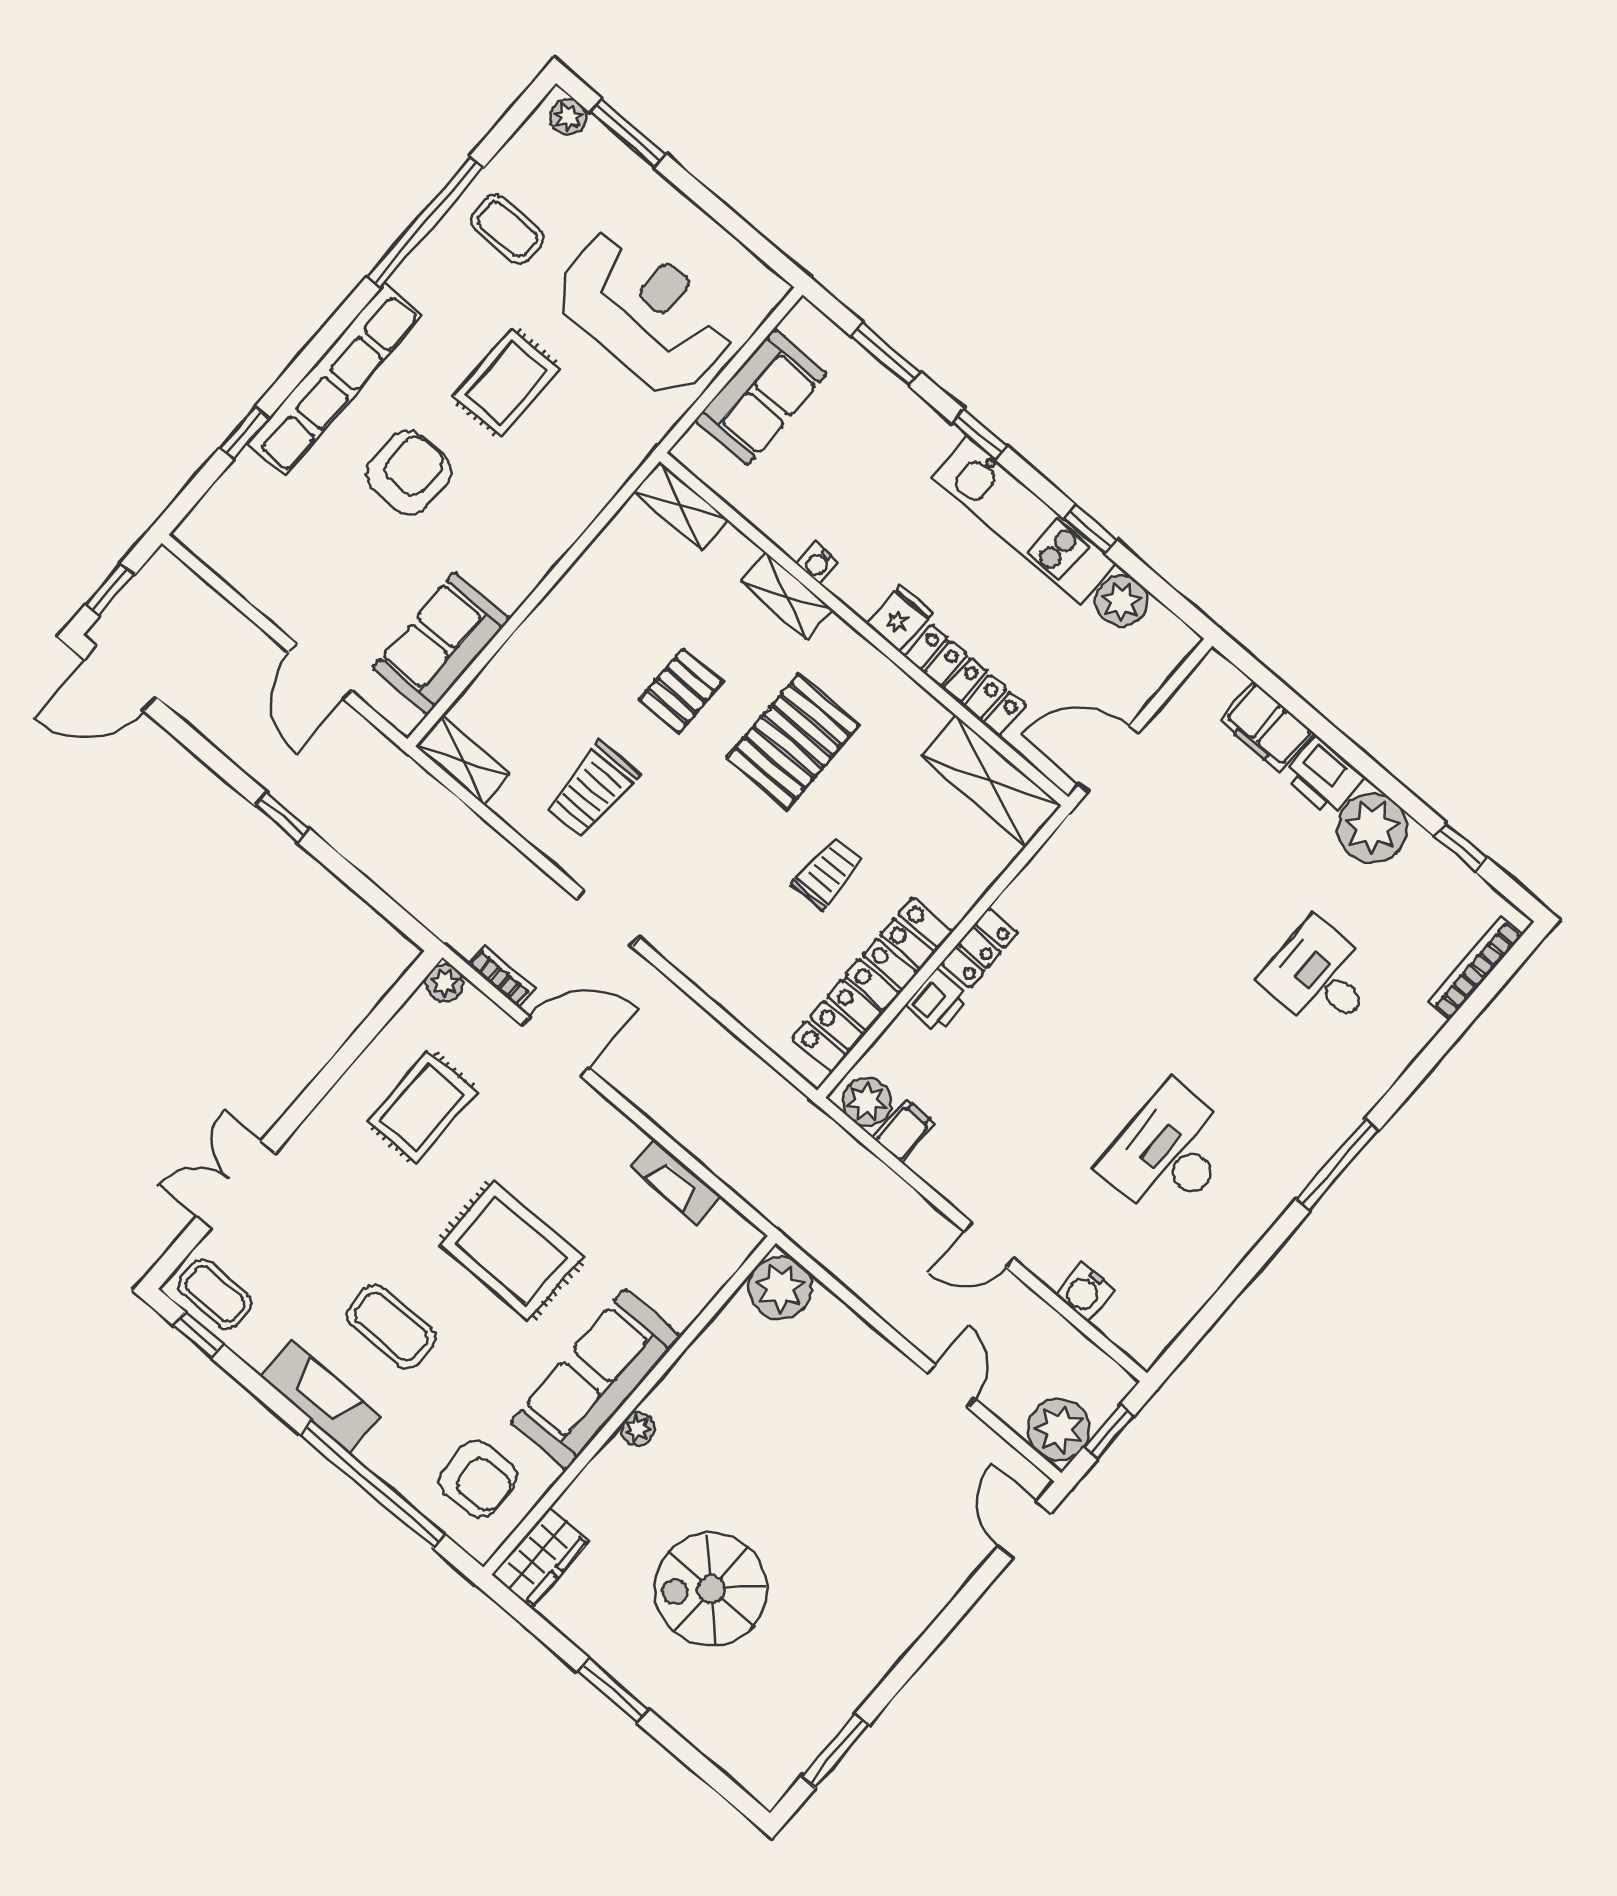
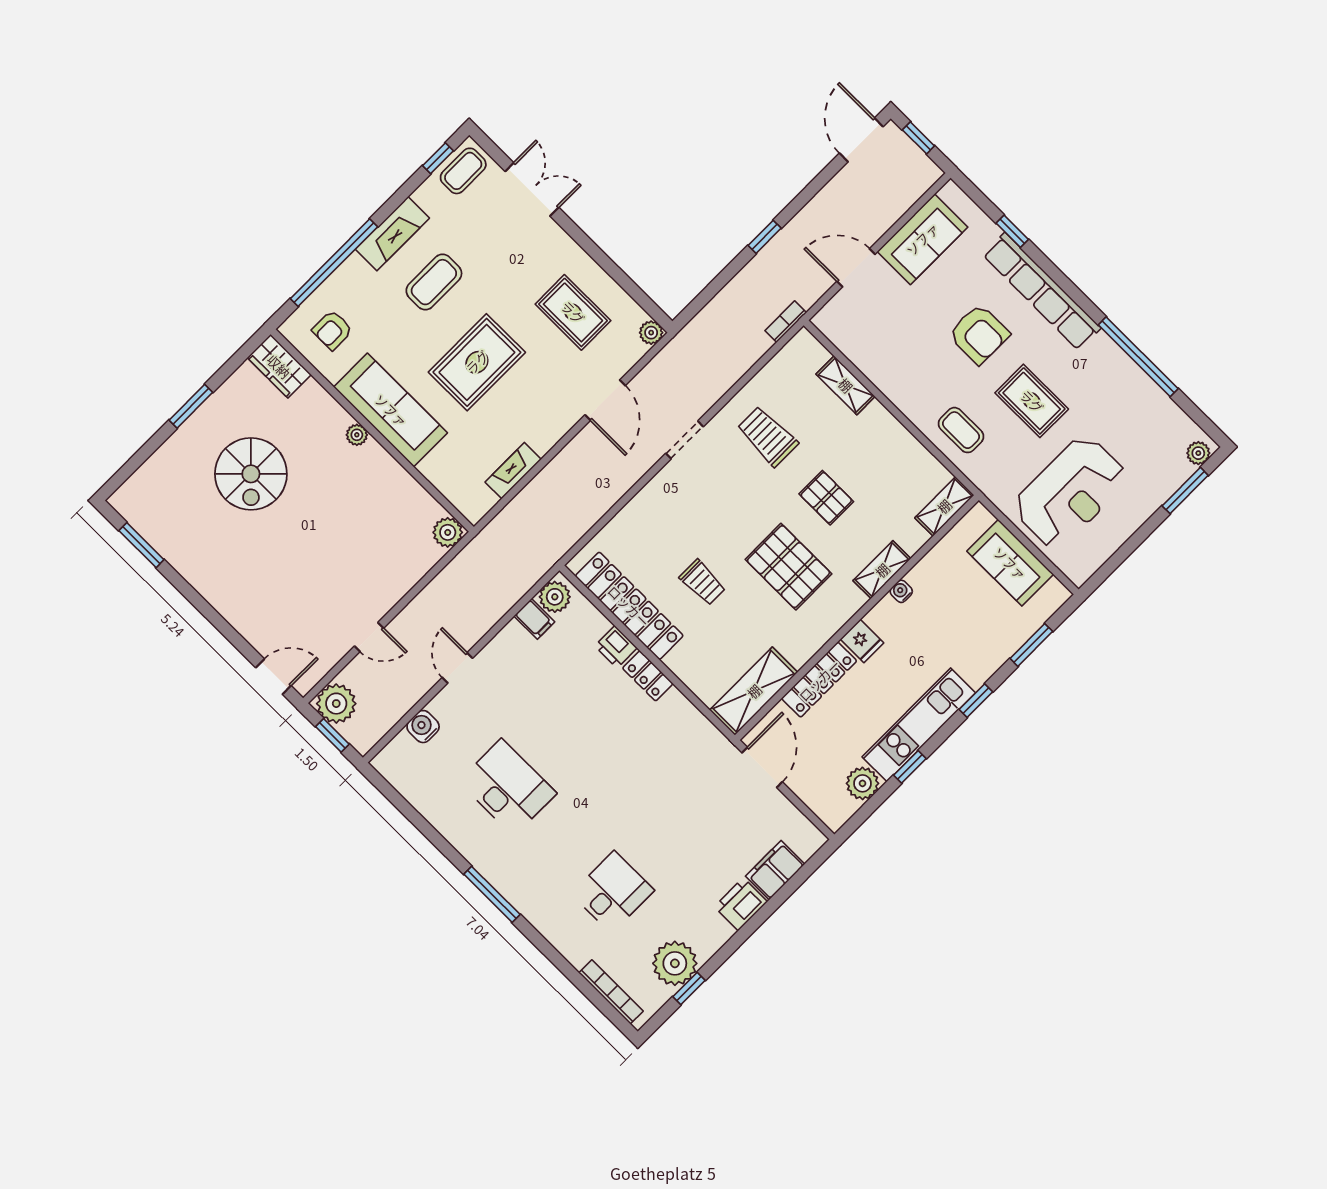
coffee table: (507, 229) -> (961, 430), moved, turned 90
sofa: (441, 643) -> (922, 239), moved, turned 90
shelving: (463, 760) -> (846, 385), moved, turned 90
plant: (1372, 828) -> (675, 963), moved
bookcase: (501, 976) -> (786, 322), moved, turned 180
plant: (780, 1288) -> (448, 532), width x0.73, depth x0.73
armchair: (478, 1479) -> (332, 330), width x0.72, depth x0.72
spiral stairs: (711, 1589) -> (251, 474), turned 180

